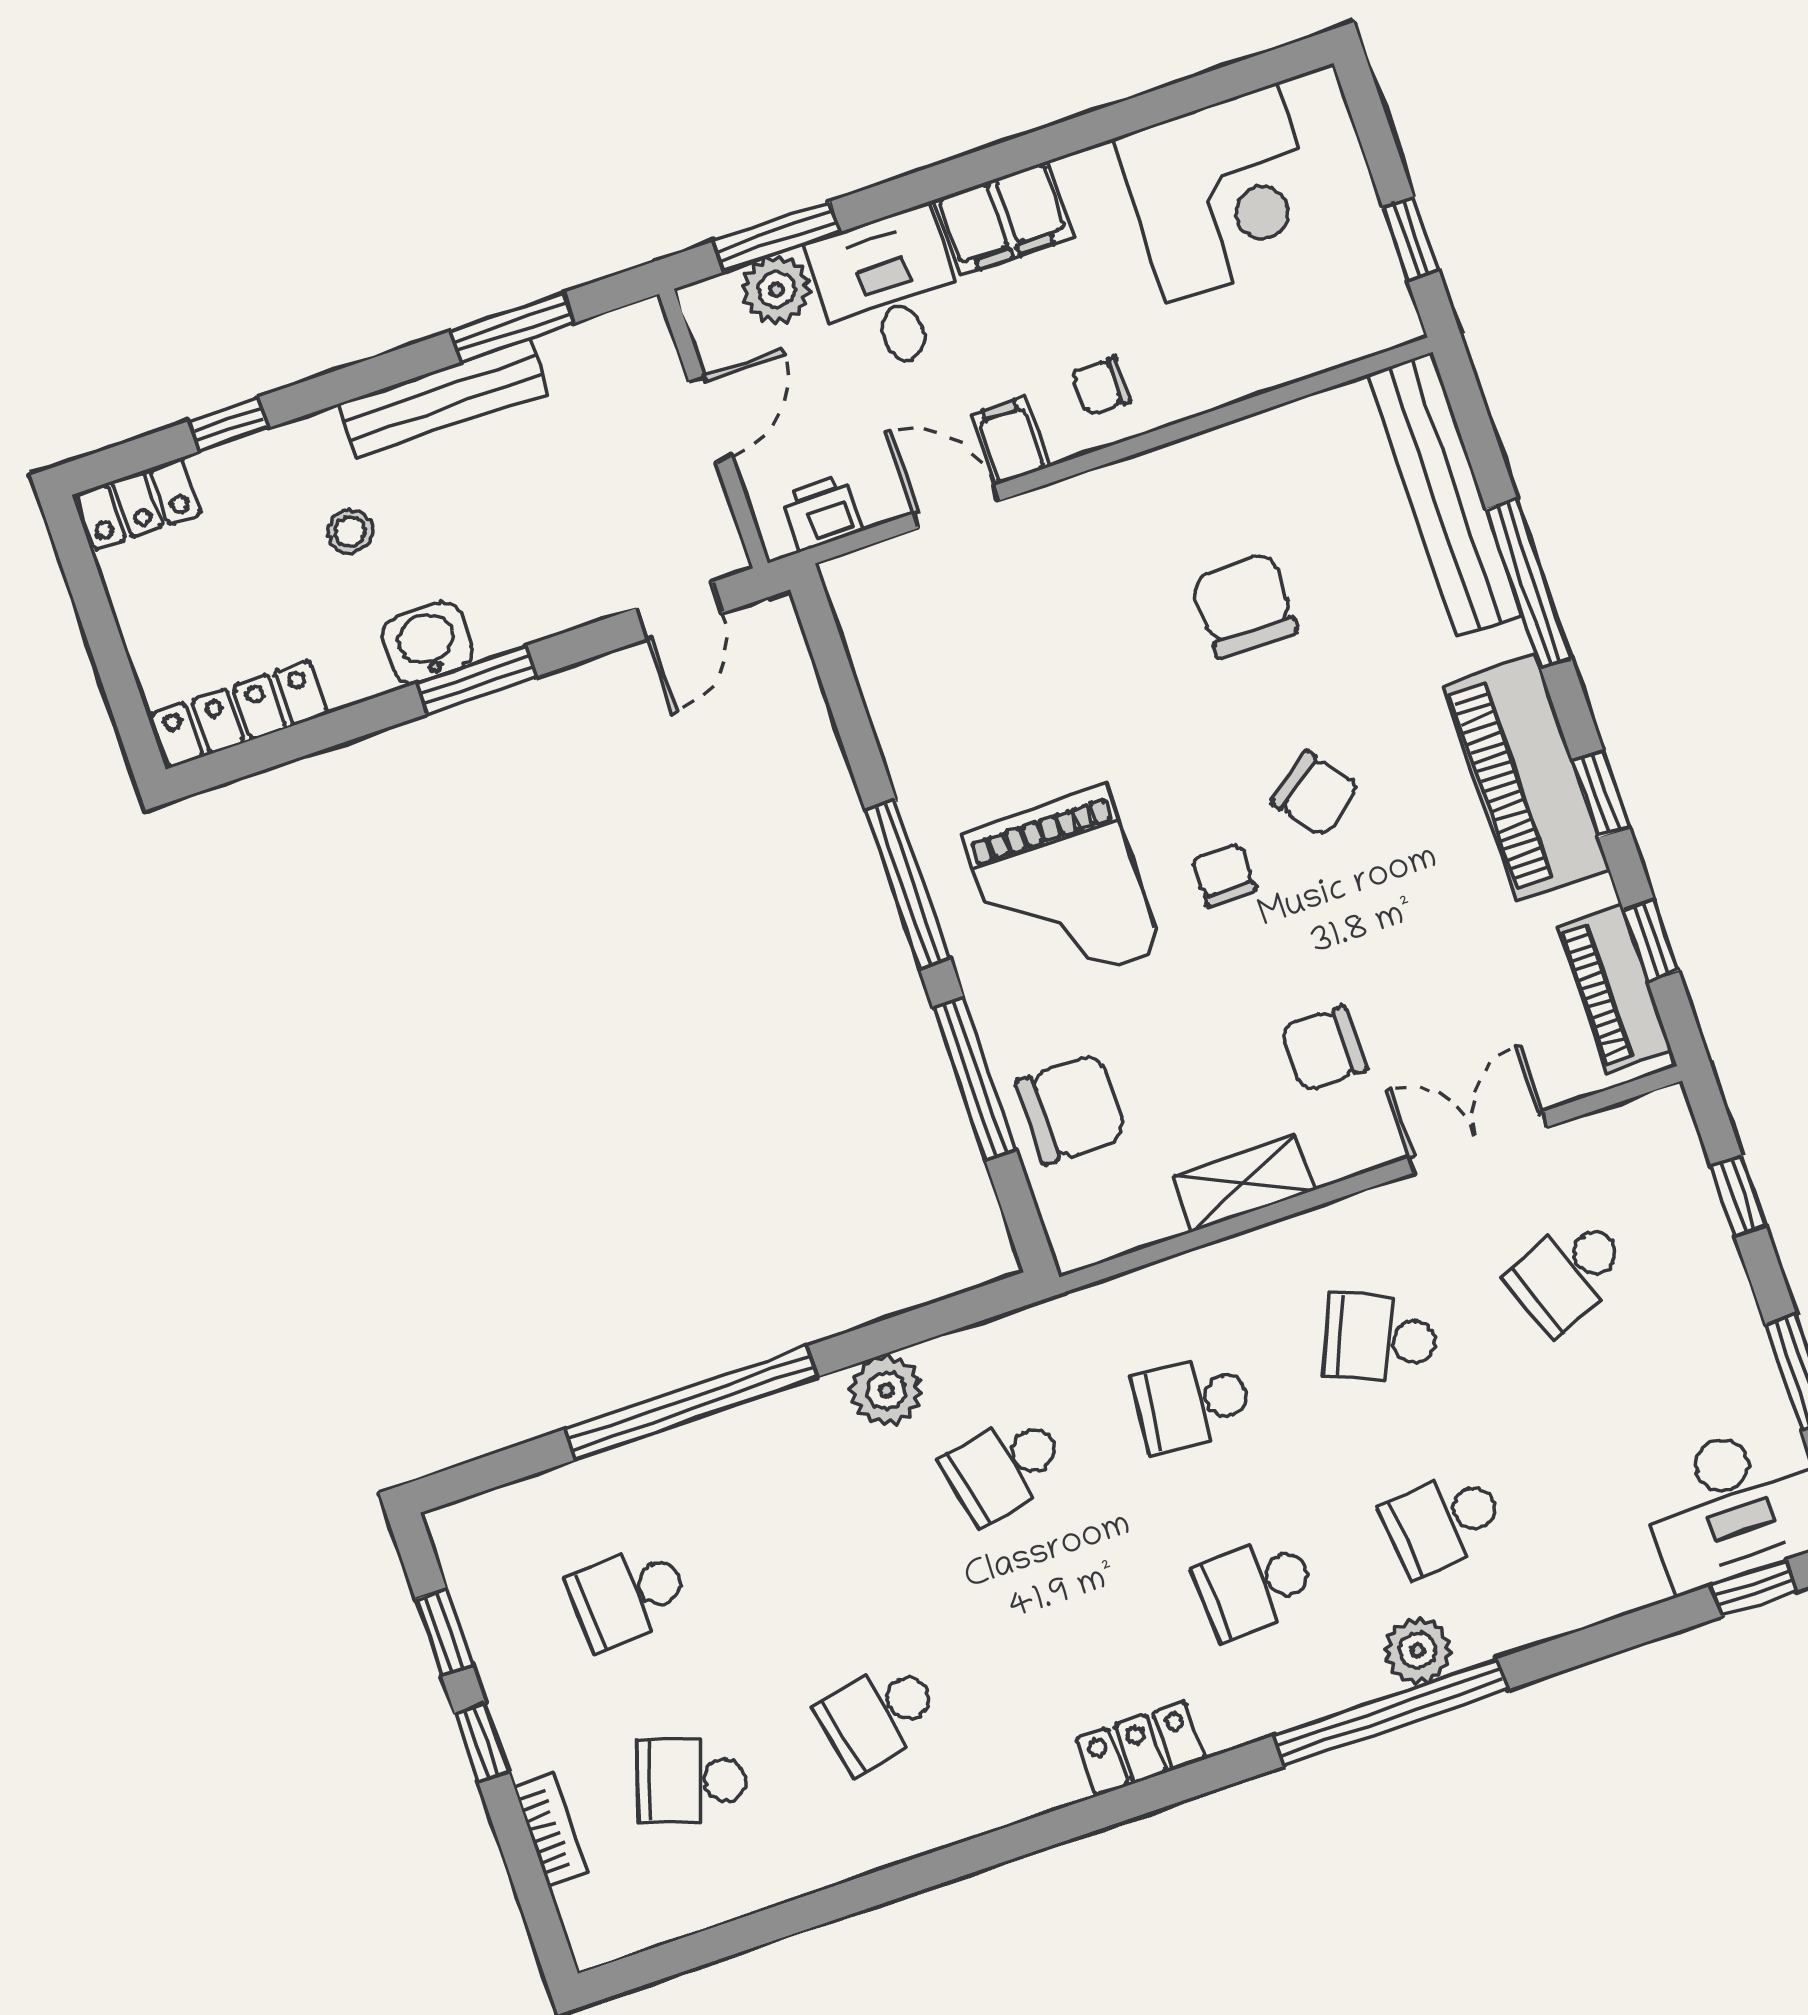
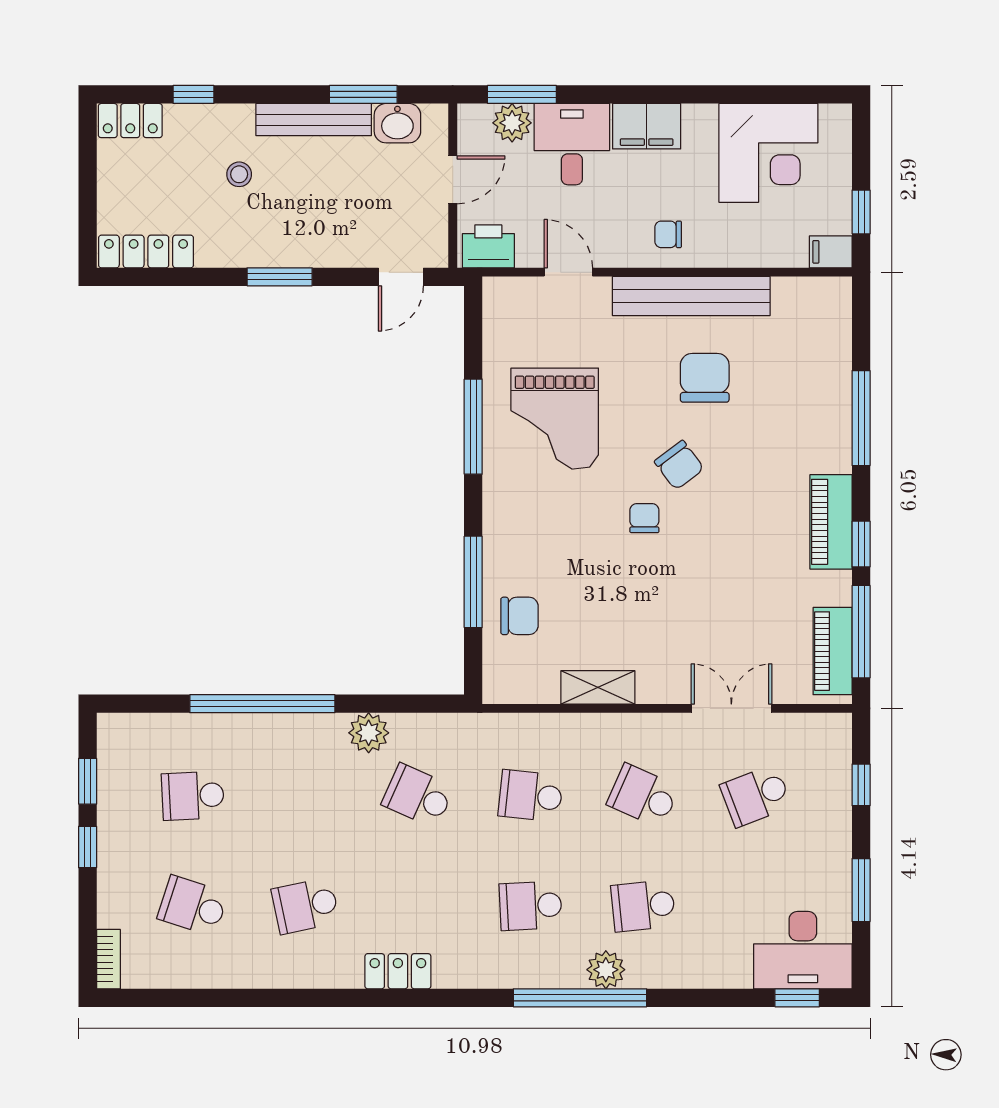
filing cabinet: (1010, 441) -> (831, 252), moved, turned -90
bench: (1445, 495) -> (691, 296), moved, turned 90
printer: (822, 513) -> (488, 246), width x1.36, depth x1.24
washbasin: (427, 643) -> (397, 123), moved, turned 180
piano: (1526, 778) -> (831, 522), width x0.73, depth x0.75
chair: (1315, 794) -> (679, 465), moved
window: (908, 884) -> (473, 427), moved
grand piano: (1062, 892) -> (555, 419), moved
window: (1651, 940) -> (861, 632), width x2.17
chair: (1324, 1049) -> (666, 630), removed
chair: (1071, 1109) -> (520, 616), width x0.73, depth x0.73
school desk: (1005, 1467) -> (418, 796), turned 36
locker: (1140, 1749) -> (398, 971), moved
bookcase: (551, 1830) -> (108, 959), moved

